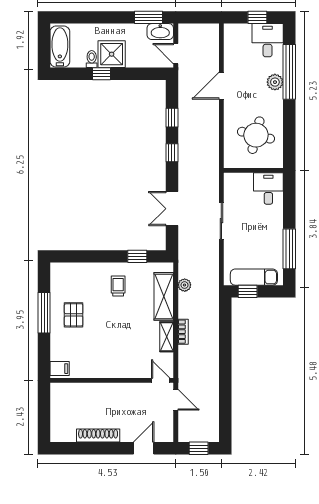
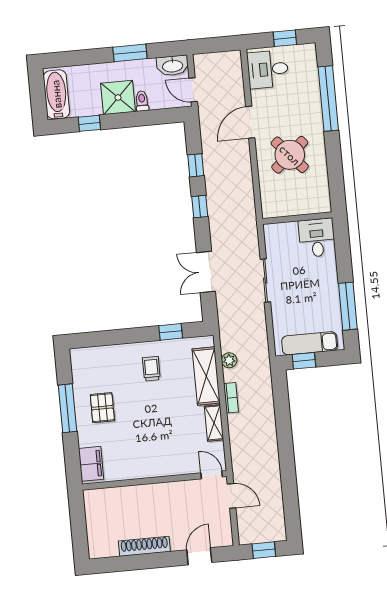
window: (148, 17) -> (130, 53), moved
desk: (268, 40) -> (268, 69), moved, turned -90
toilet: (92, 59) -> (142, 101), moved
window: (102, 74) -> (89, 123), moved
plant: (275, 82) -> (313, 112), removed
round table: (256, 135) -> (290, 155), moved, turned 35
bookcase: (183, 332) -> (231, 398), moved
filing cabinet: (60, 369) -> (91, 464), width x2.00

